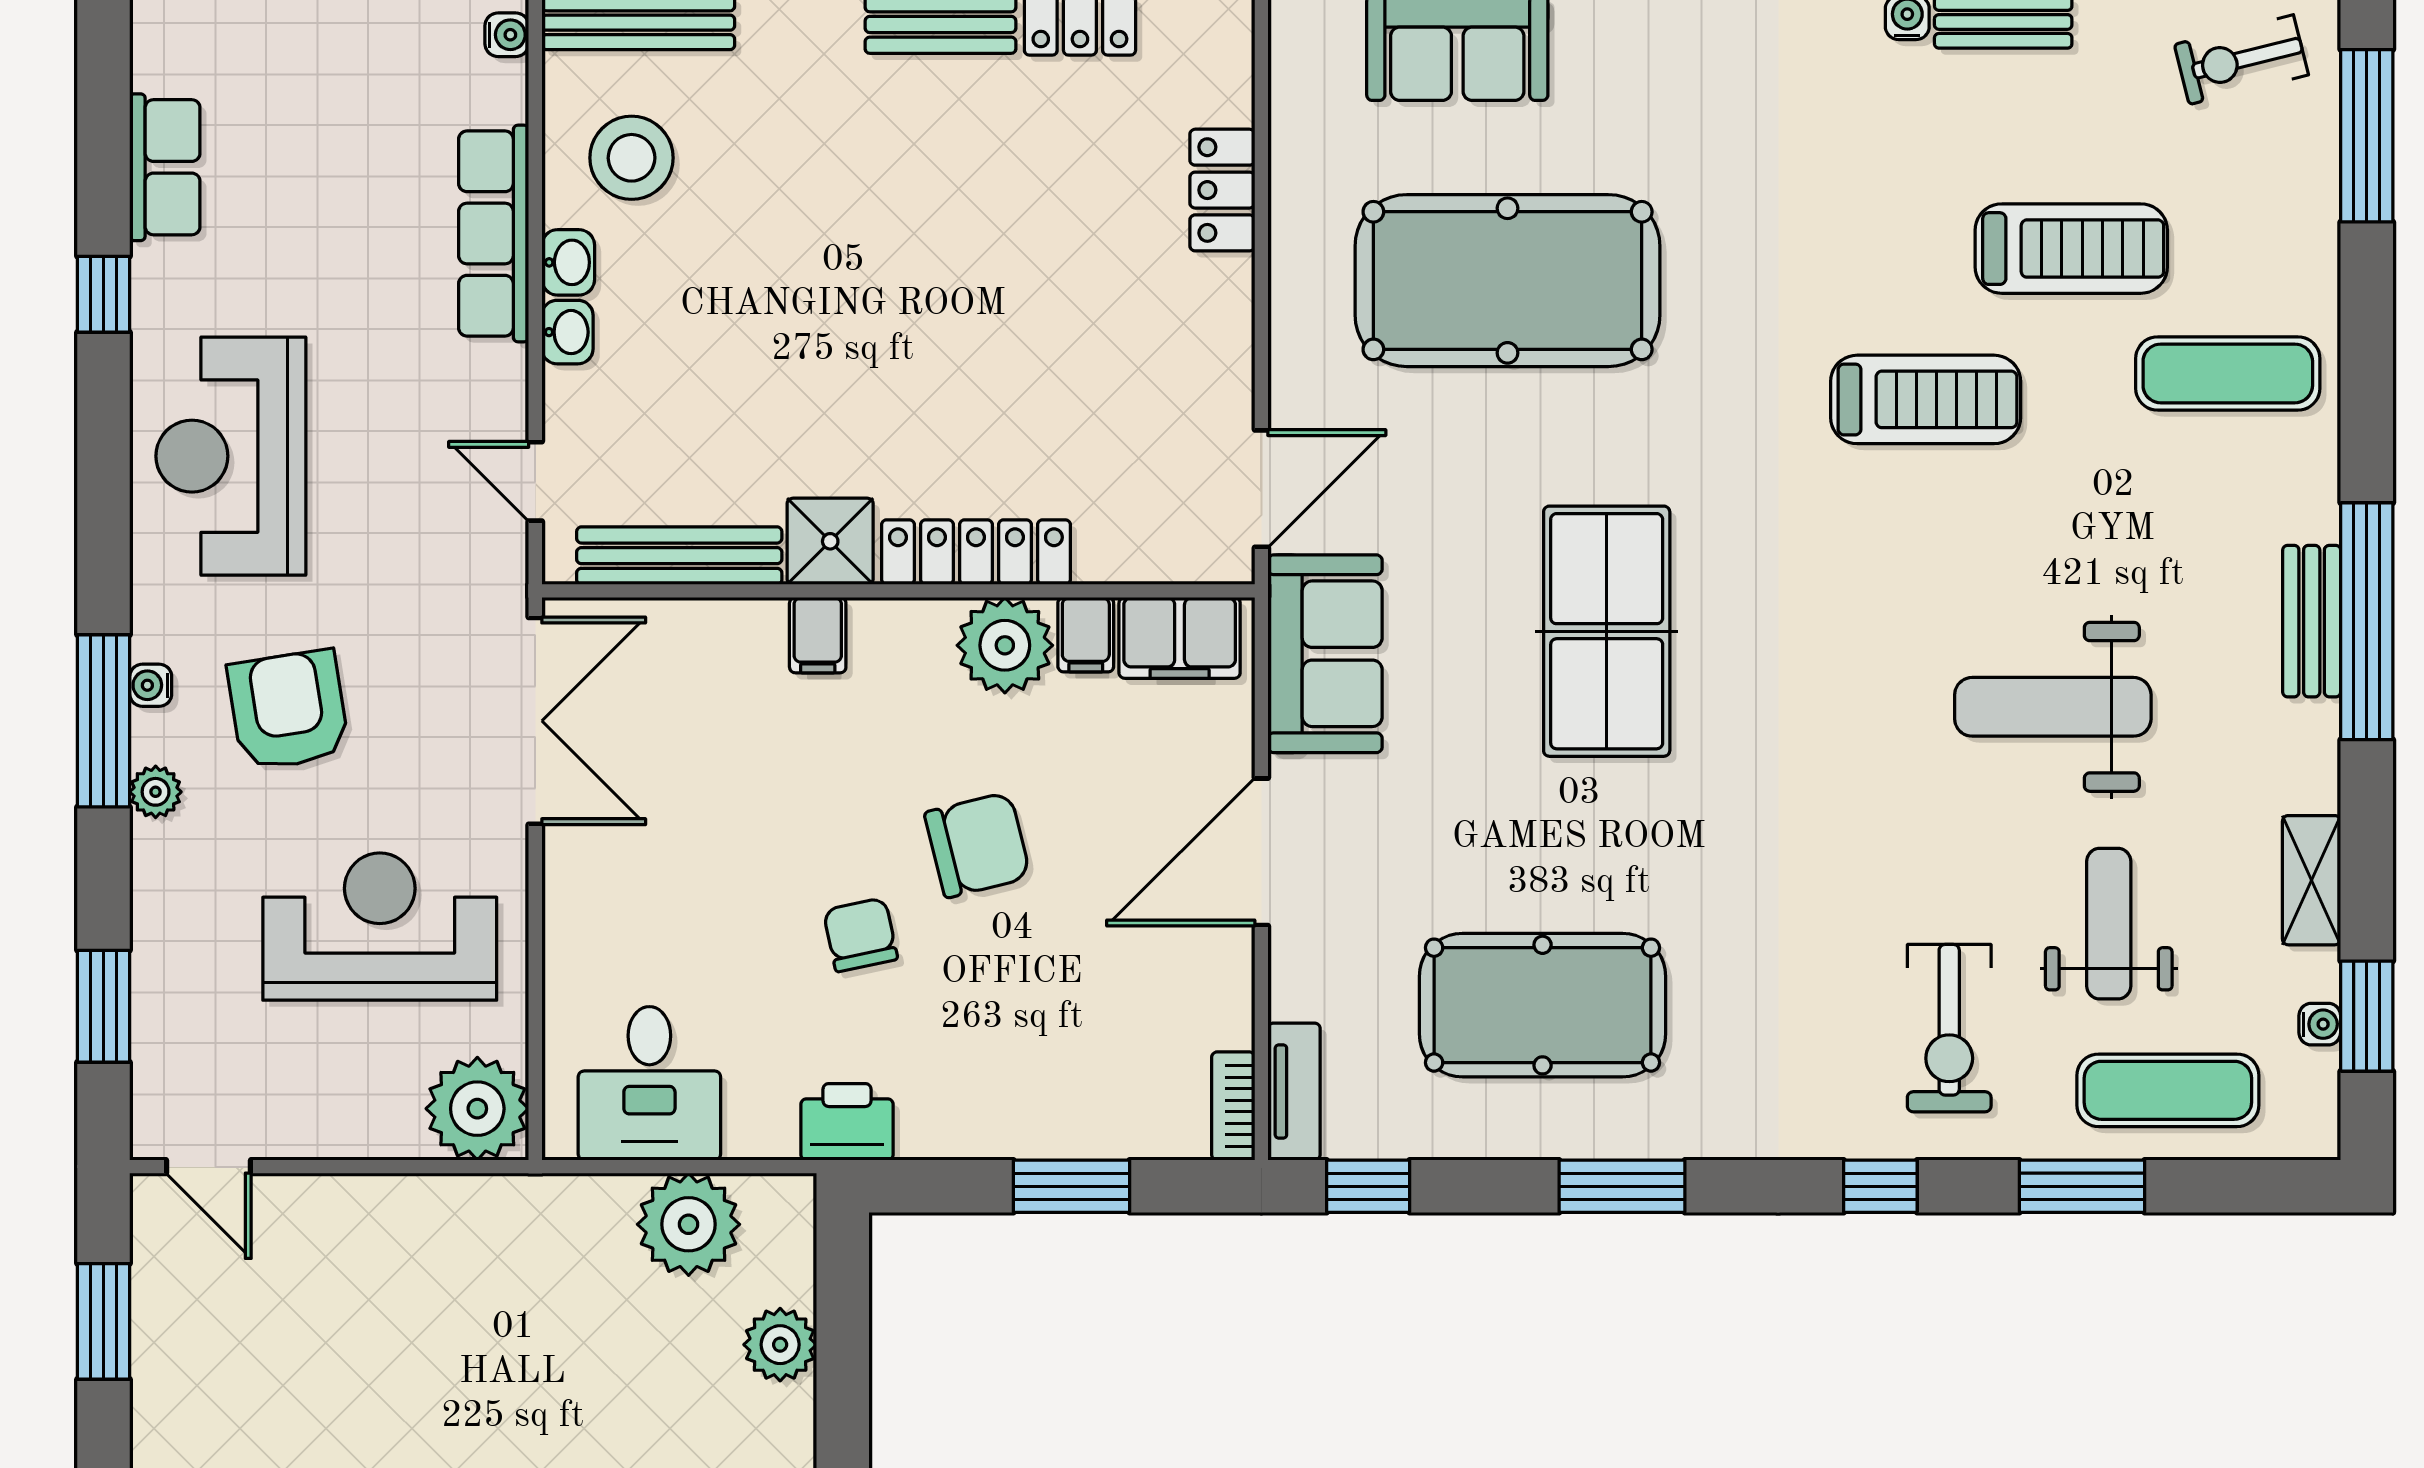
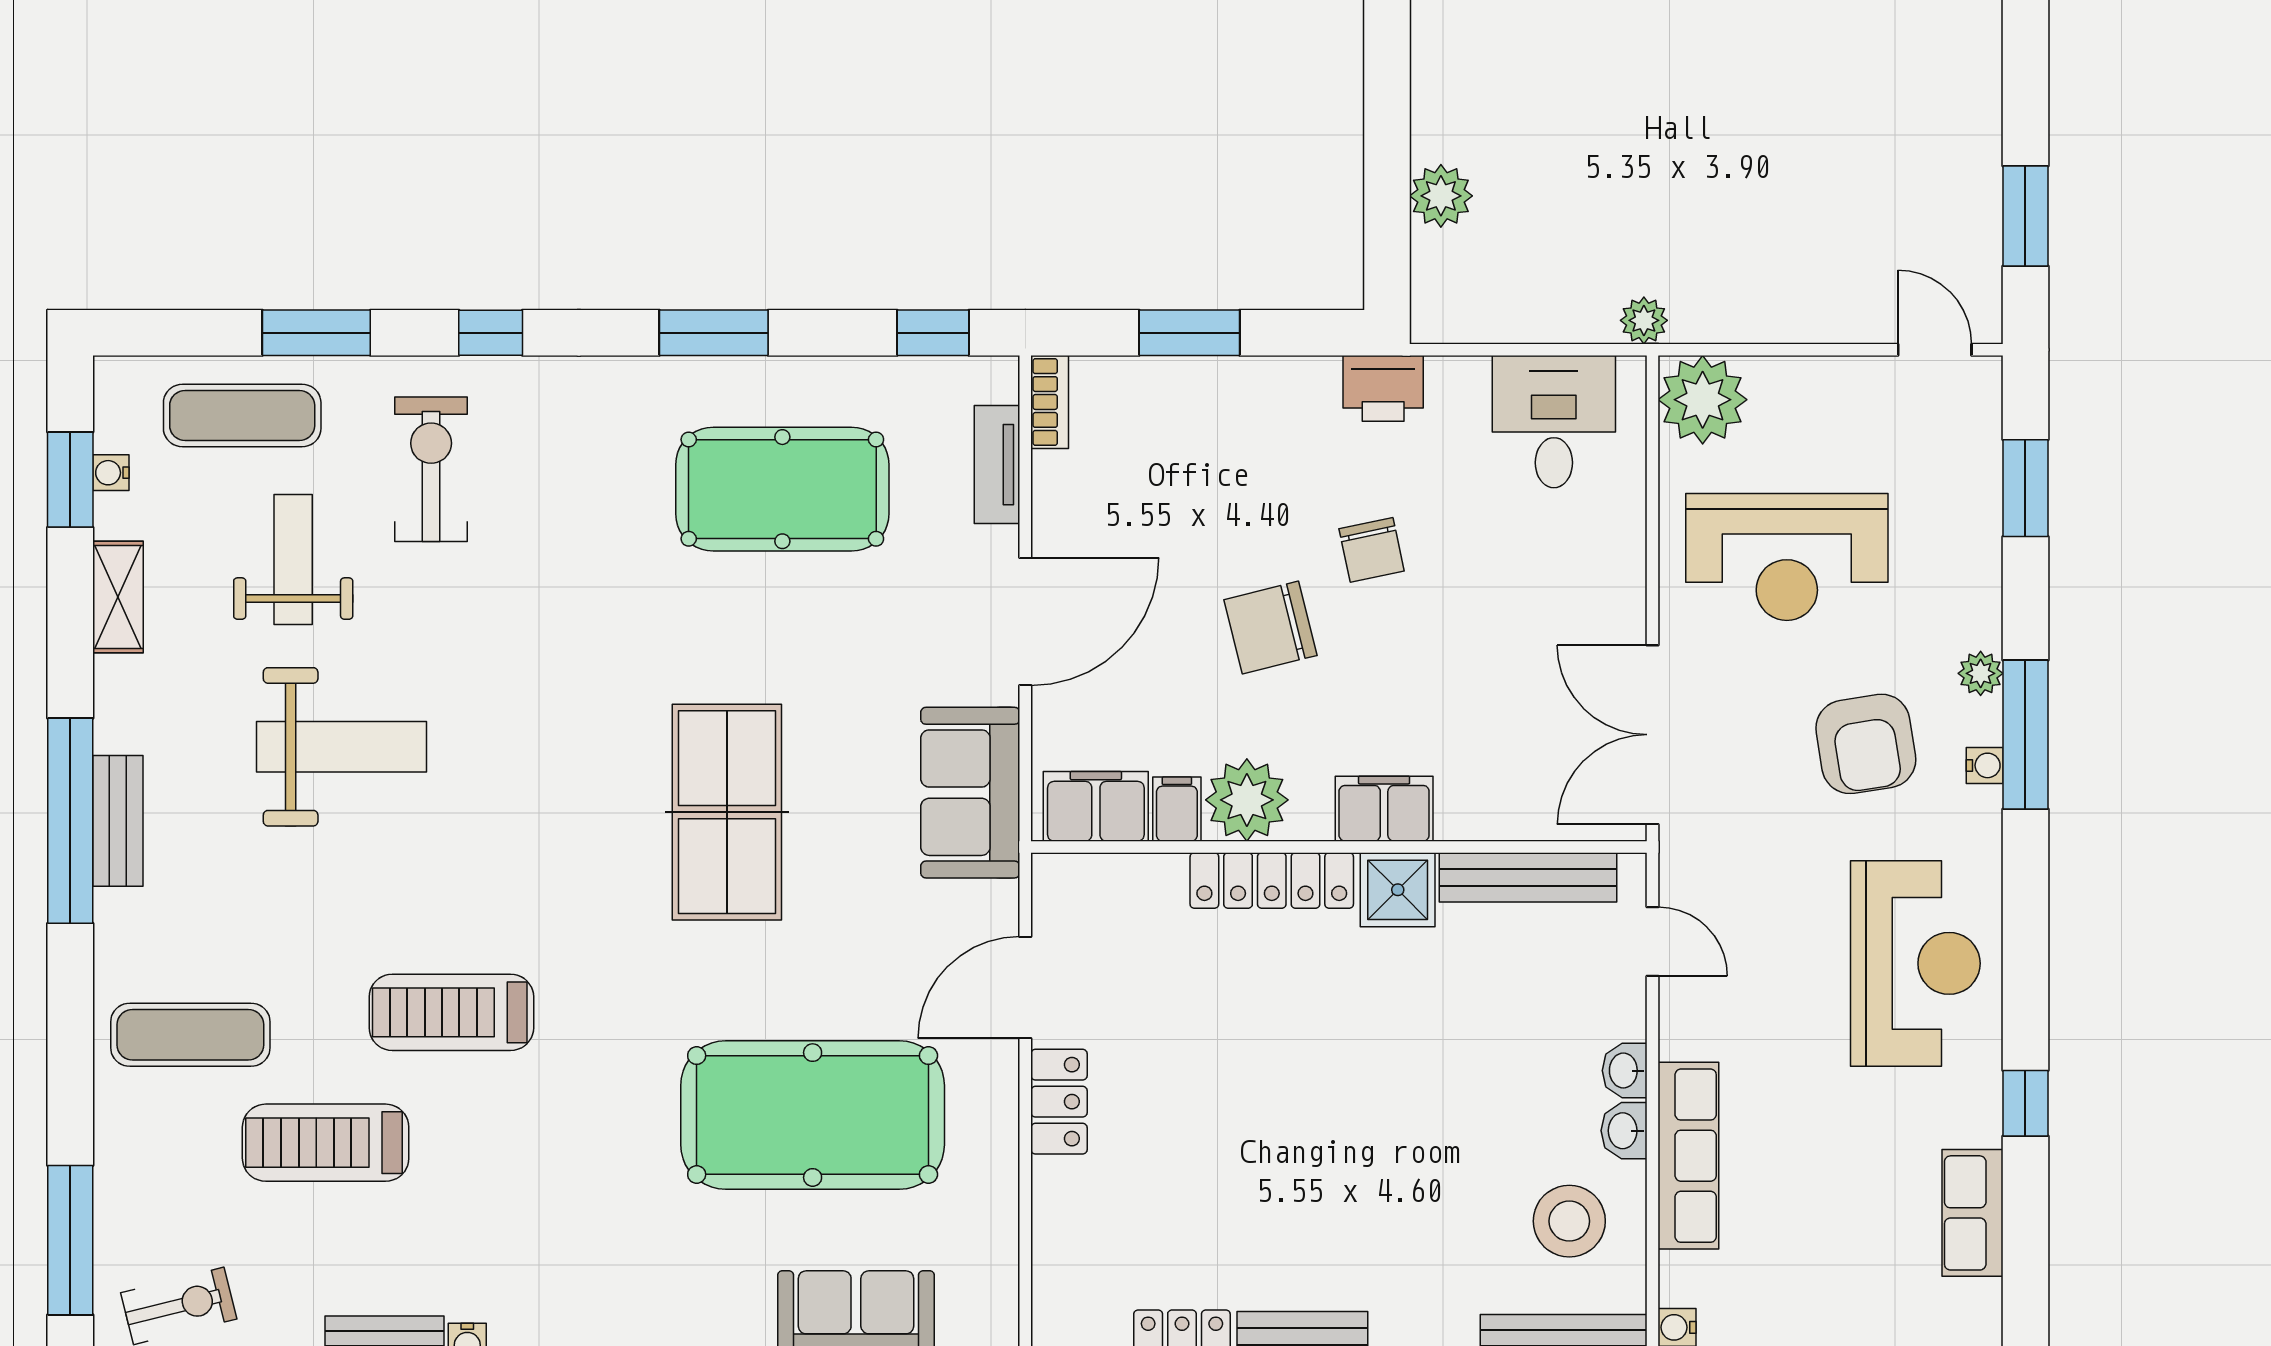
locker: (1222, 190) -> (1059, 1102), moved
door: (1261, 489) -> (1025, 988), moved
filing cabinet: (818, 635) -> (1384, 809), width x2.00
weight bench: (2109, 924) -> (293, 559), turned 180
tv unit: (1294, 1092) -> (997, 465), moved
plant: (689, 1224) -> (1644, 320), moved, width x0.53, depth x0.53

